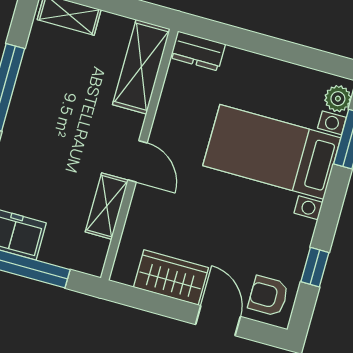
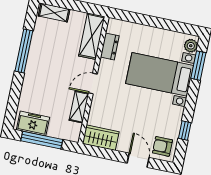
dresser: (198, 51) -> (110, 46), moved, turned -90
door: (137, 161) -> (93, 83), swing flipped
wardrobe: (171, 277) -> (101, 138), moved

